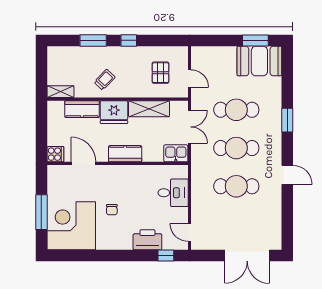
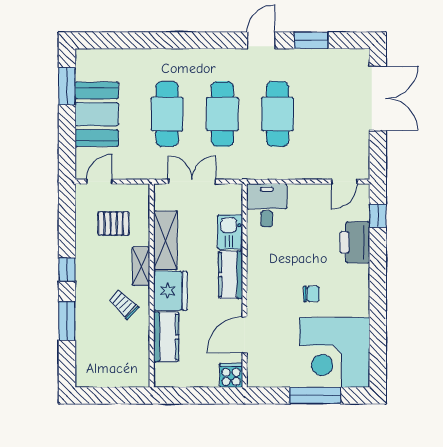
booth: (259, 61) -> (97, 114), moved
door: (190, 79) -> (99, 182), moved
shelving: (60, 92) -> (141, 266), moved
window: (287, 120) -> (311, 40), moved
kitchen sink: (176, 153) -> (230, 232), moved
desk: (173, 193) -> (267, 205), moved

